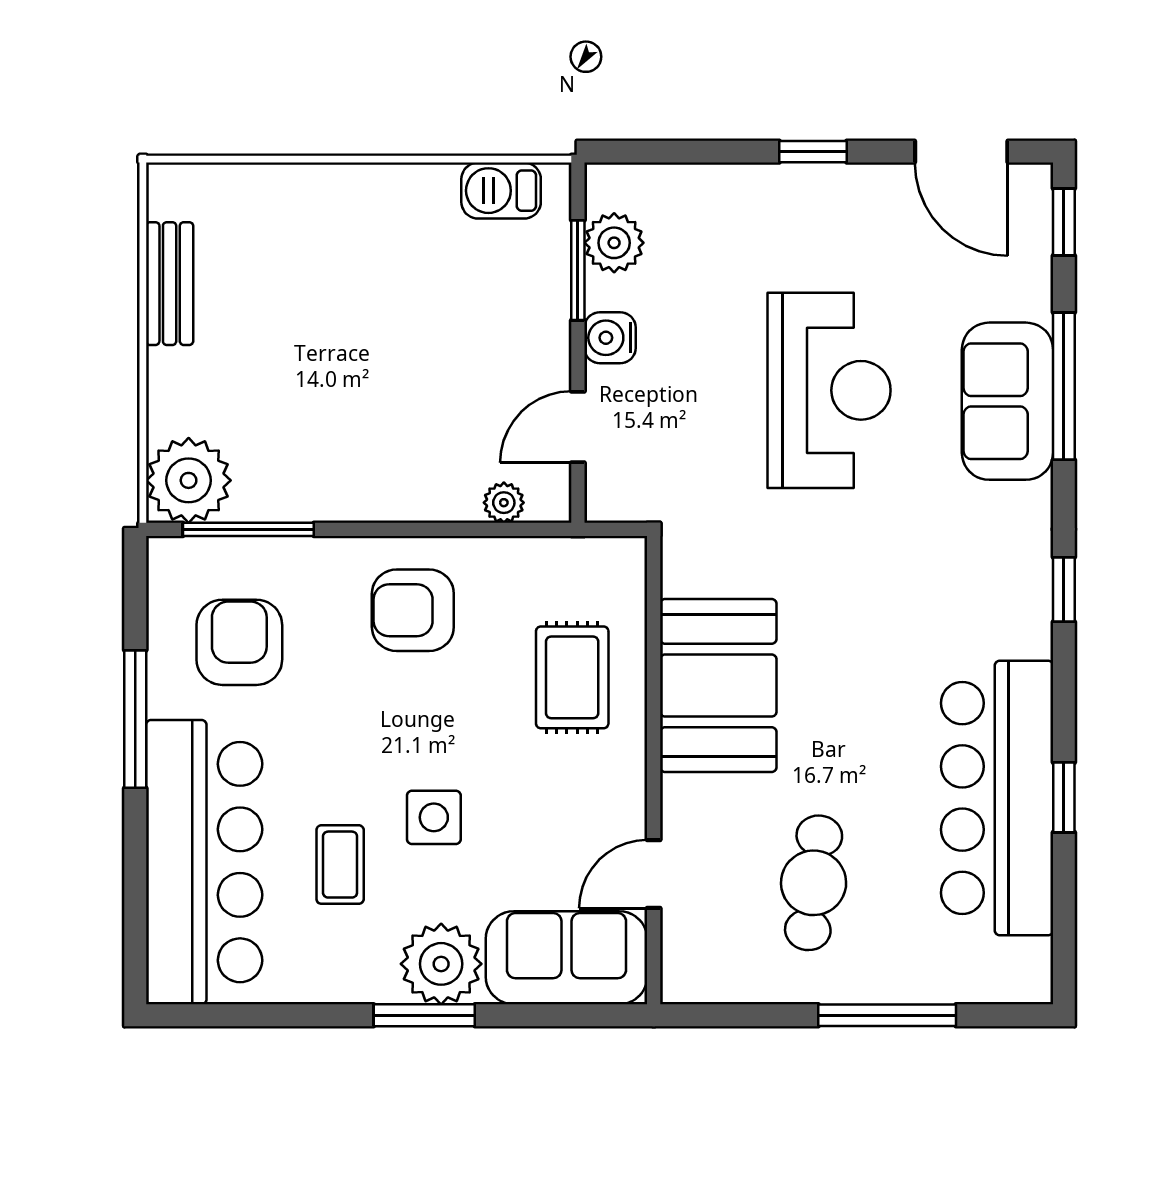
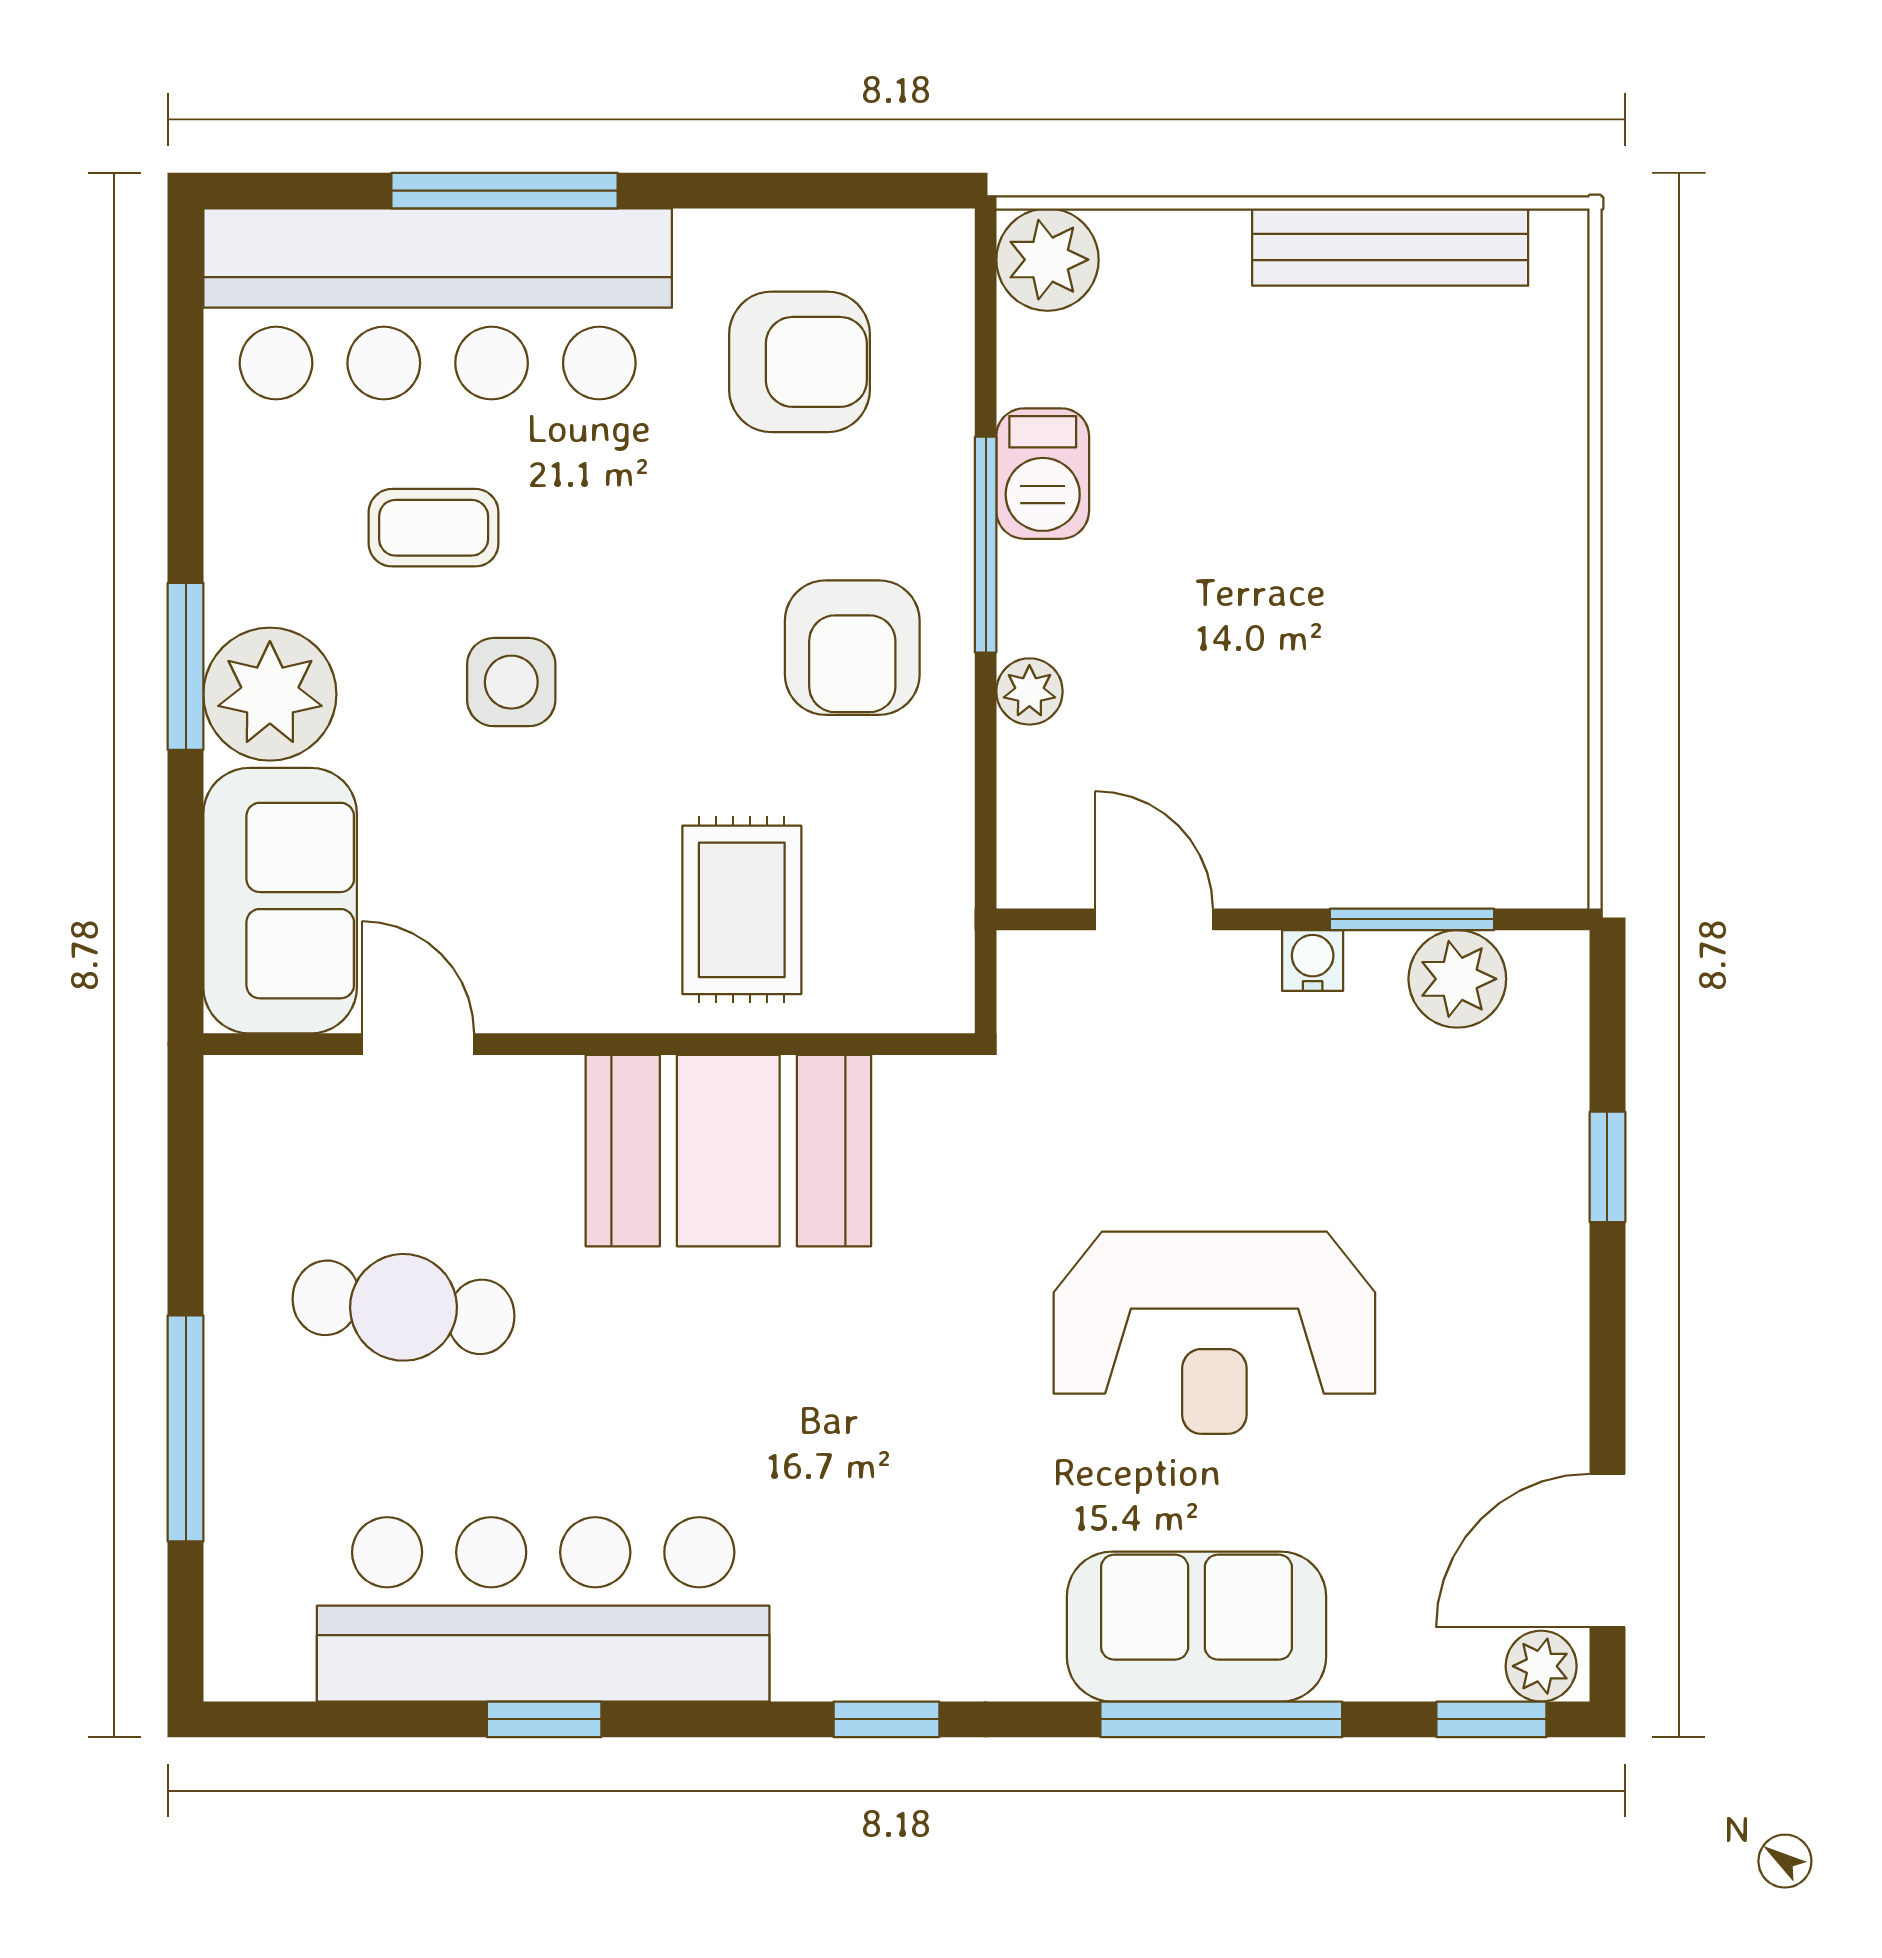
window: (813, 152) -> (1607, 1167), moved
barbecue: (501, 191) -> (1043, 474), moved, turned 180
plant: (1031, 192) -> (1541, 1666), added
bench: (170, 284) -> (1390, 247), width x1.36
water cooler: (610, 338) -> (1313, 960), width x0.72, depth x0.72
plant: (189, 480) -> (1048, 260), width x0.73, depth x0.73
plant: (504, 503) -> (1029, 691), moved
window: (248, 529) -> (986, 545), moved
armchair: (413, 610) -> (852, 648), turned 180
rug: (572, 677) -> (742, 910), turned 90
window: (135, 719) -> (505, 191), moved

